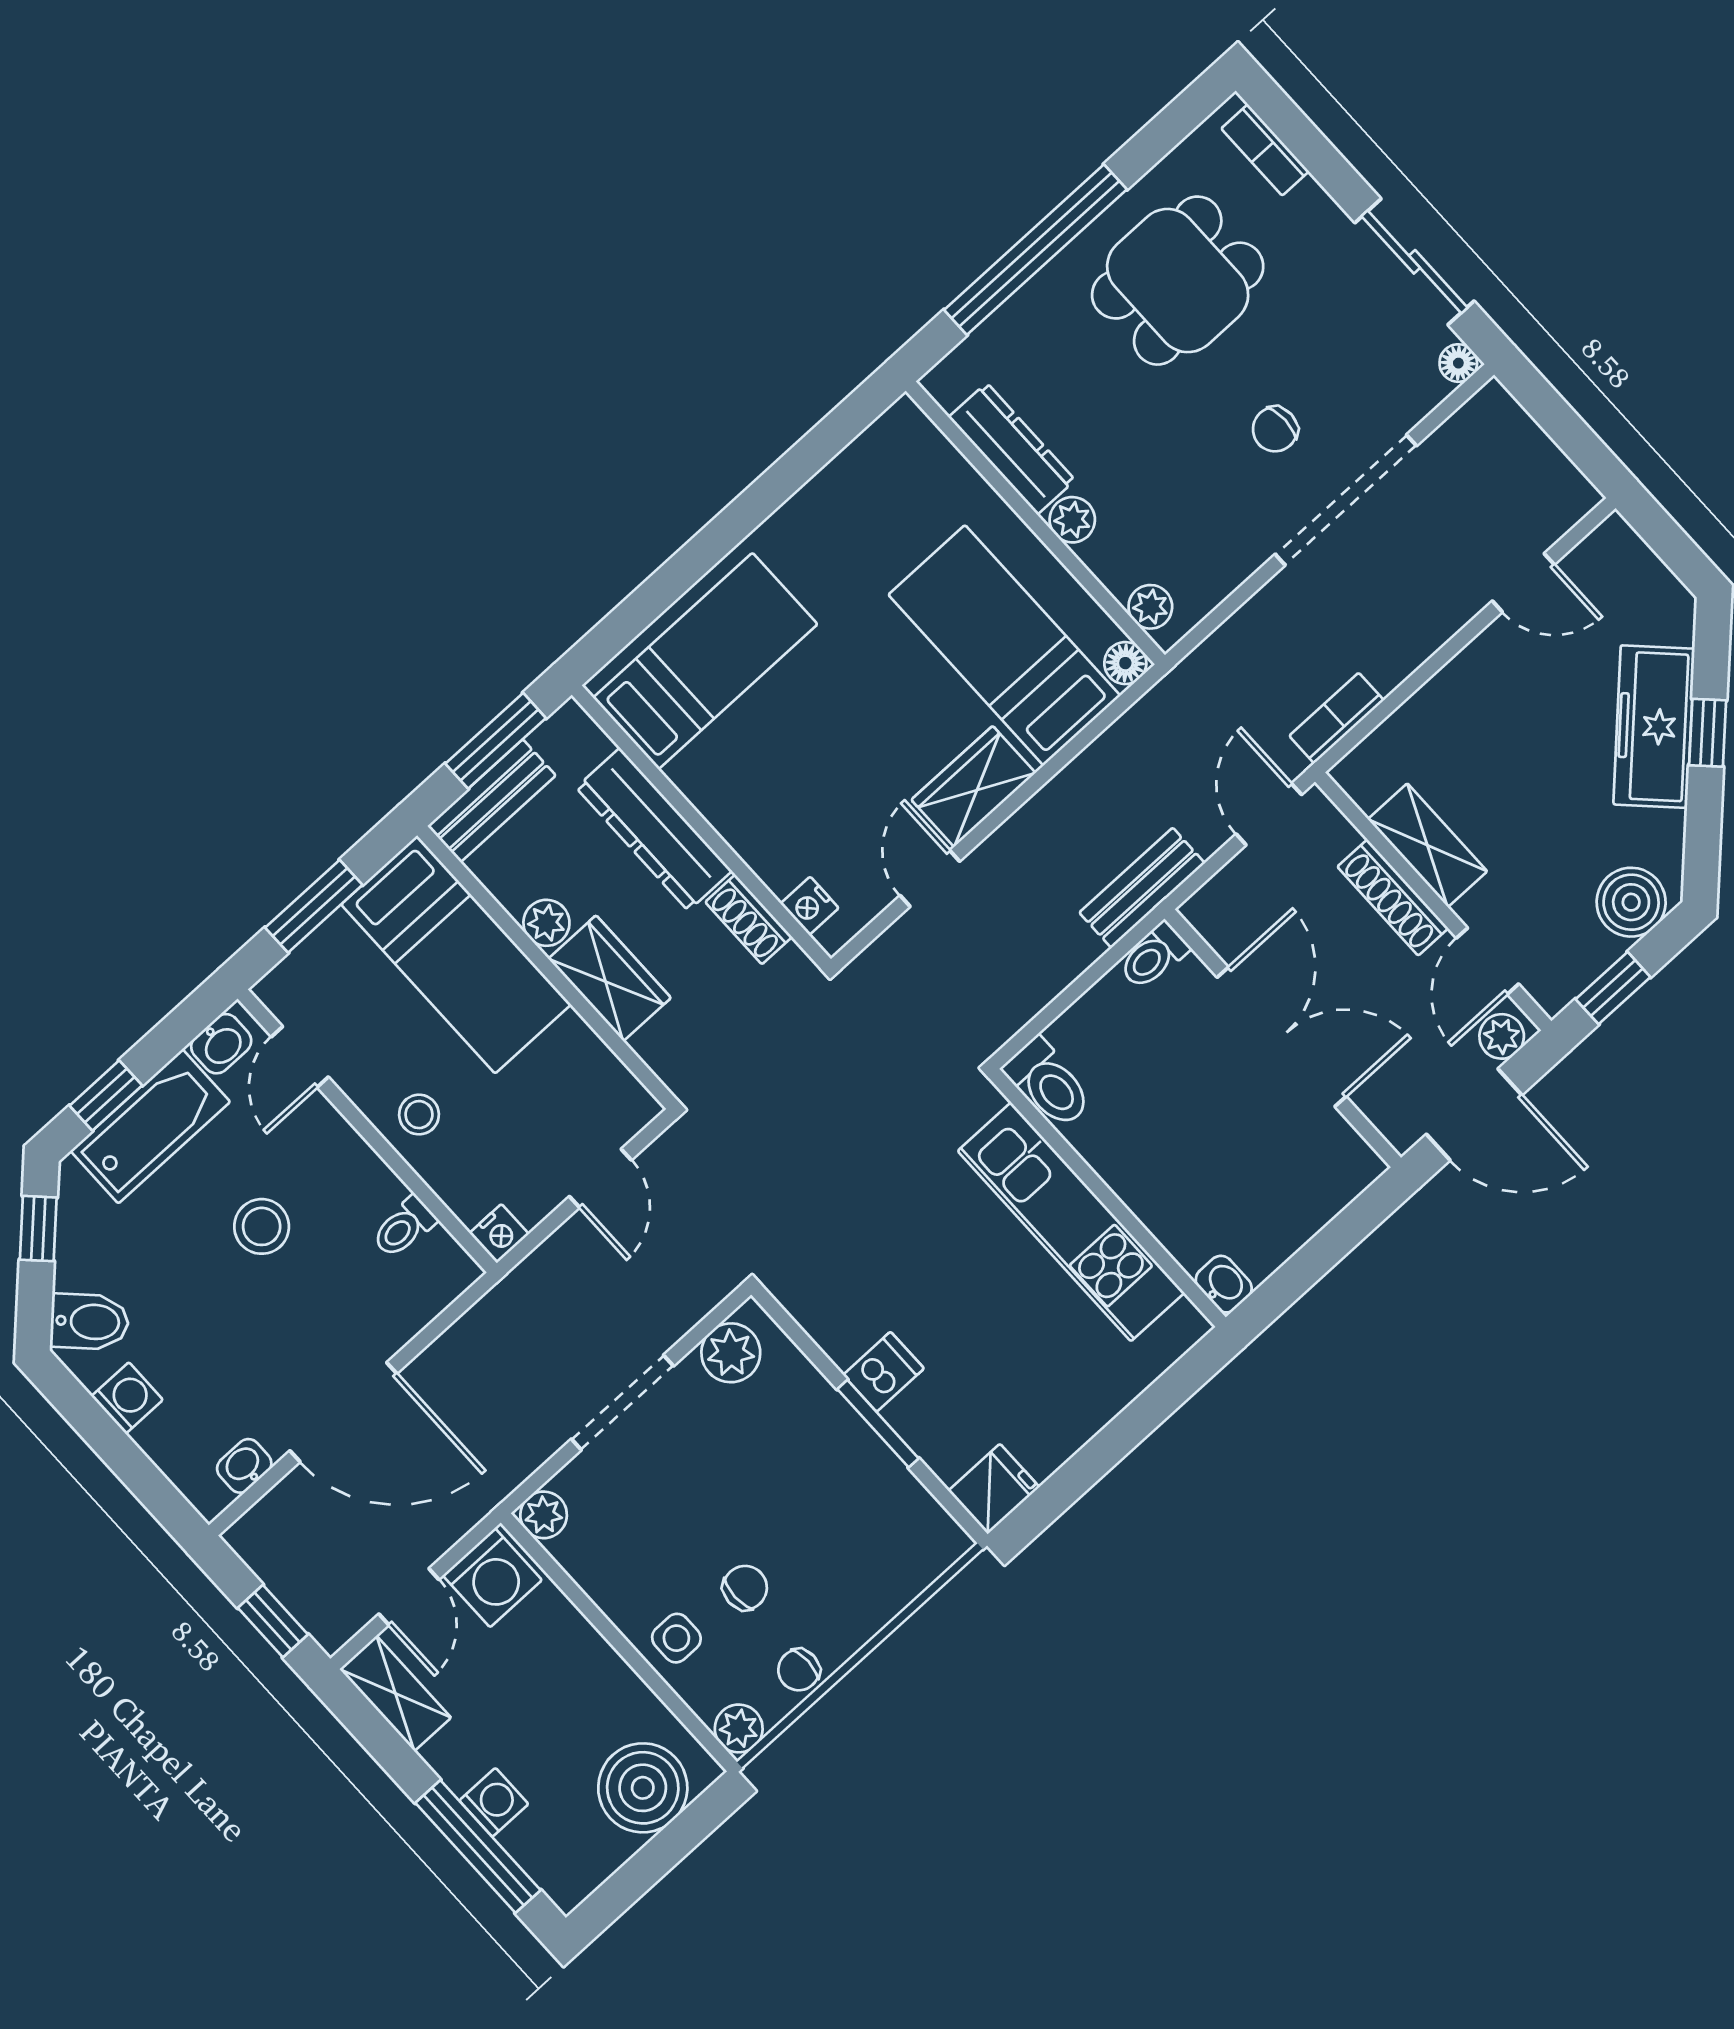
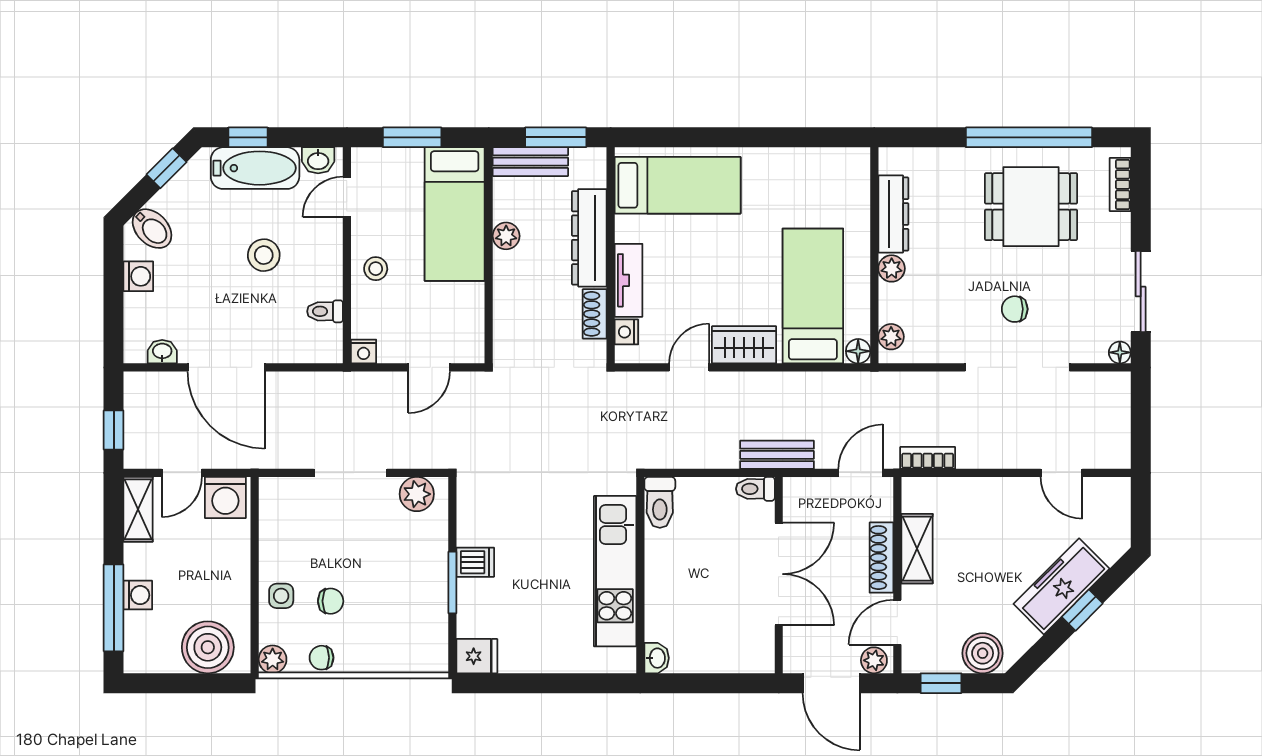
window: (1035, 250) -> (1029, 137), moved
tv unit: (753, 838) -> (629, 280), added
wardrobe: (610, 978) -> (512, 285), removed
plant: (544, 1515) -> (272, 490), removed

